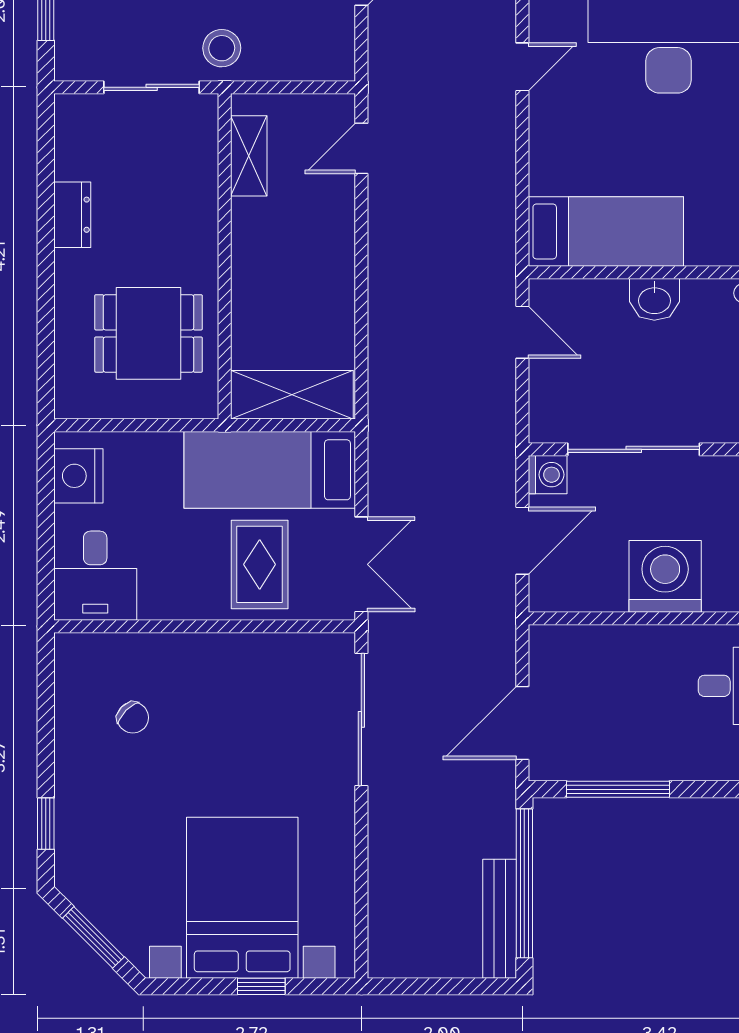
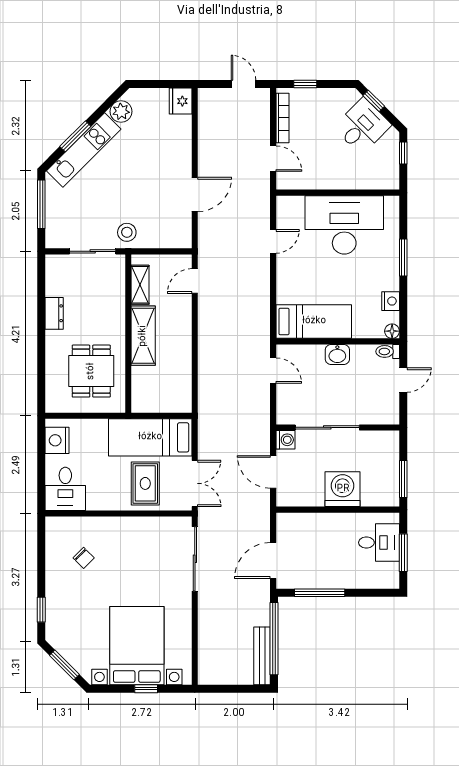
dining table: (149, 333) -> (91, 371), turned 90
shelving: (292, 395) -> (143, 336), moved, turned 90
door: (522, 541) -> (273, 472), swing flipped

